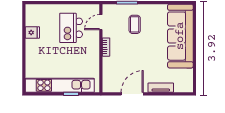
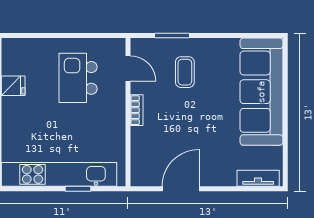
door: (101, 22) -> (128, 68), swing flipped
tv unit: (161, 88) -> (258, 178), moved

